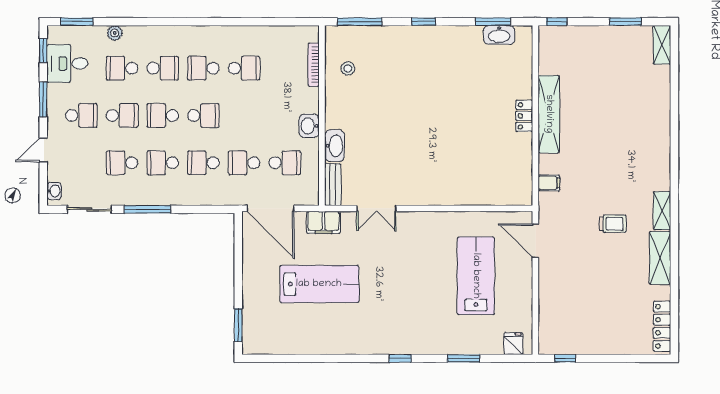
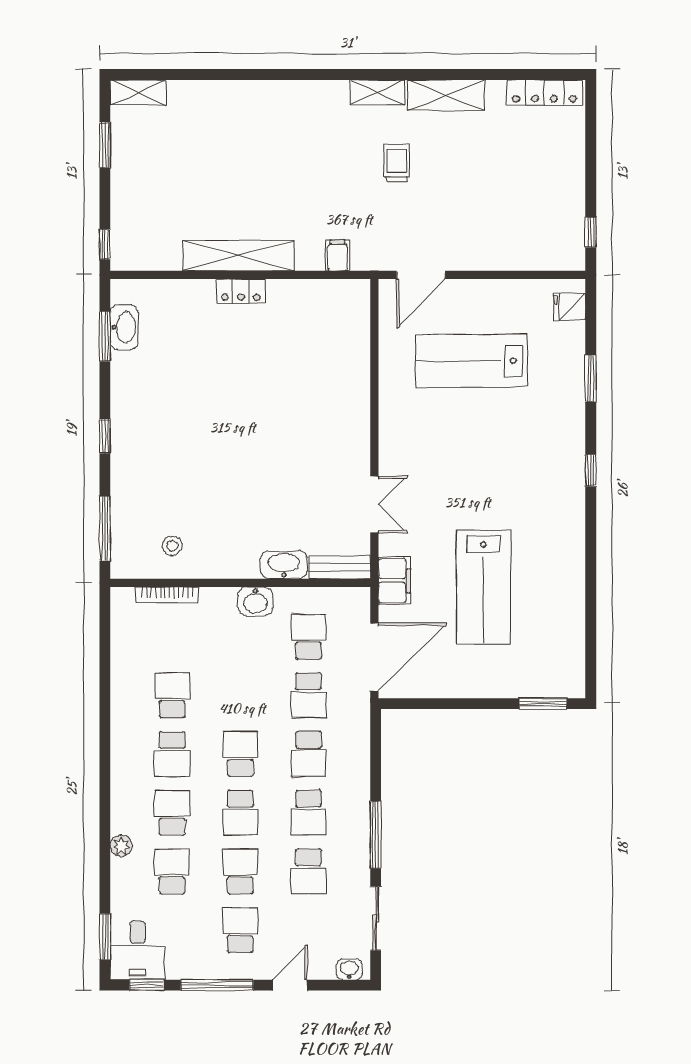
plant: (115, 33) -> (121, 846), moved
desk: (67, 64) -> (138, 950), moved
school desk: (122, 68) -> (172, 871), turned 180
window: (43, 99) -> (217, 985), width x1.44
door: (43, 150) -> (290, 985), swing flipped
lab bench: (319, 284) -> (483, 587), turned 180

